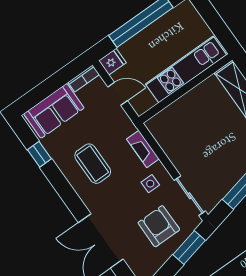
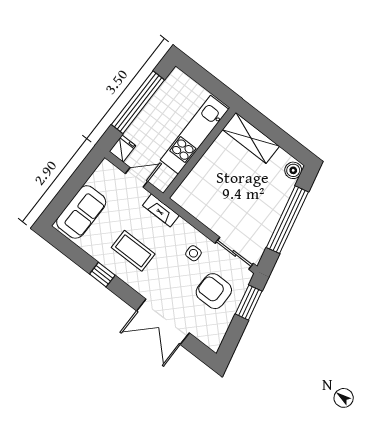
bookcase: (84, 78) -> (100, 173), removed
fireplace: (143, 149) -> (161, 210), moved
window: (39, 154) -> (102, 275), moved

